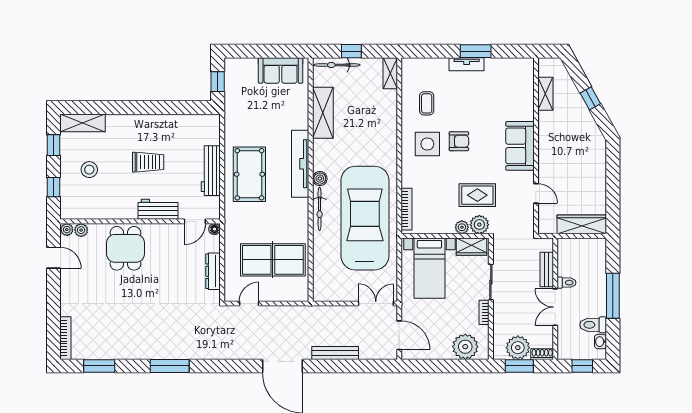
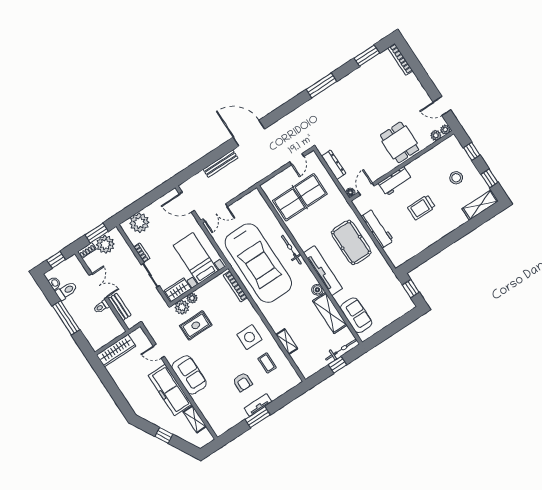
sofa: (281, 70) -> (356, 315), moved, turned 90
shelving: (390, 73) -> (287, 342), moved
armchair: (459, 141) -> (243, 382), moved, turned -90
freezer: (551, 143) -> (170, 390), added
boiler: (320, 179) -> (317, 290), moved

